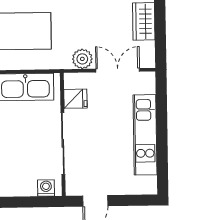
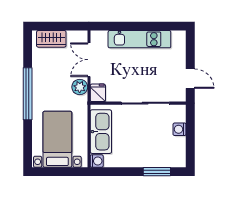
fridge: (75, 99) -> (98, 93), moved
washing machine: (46, 188) -> (180, 129), moved

